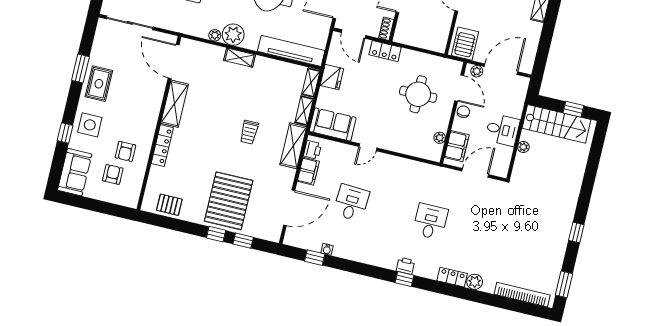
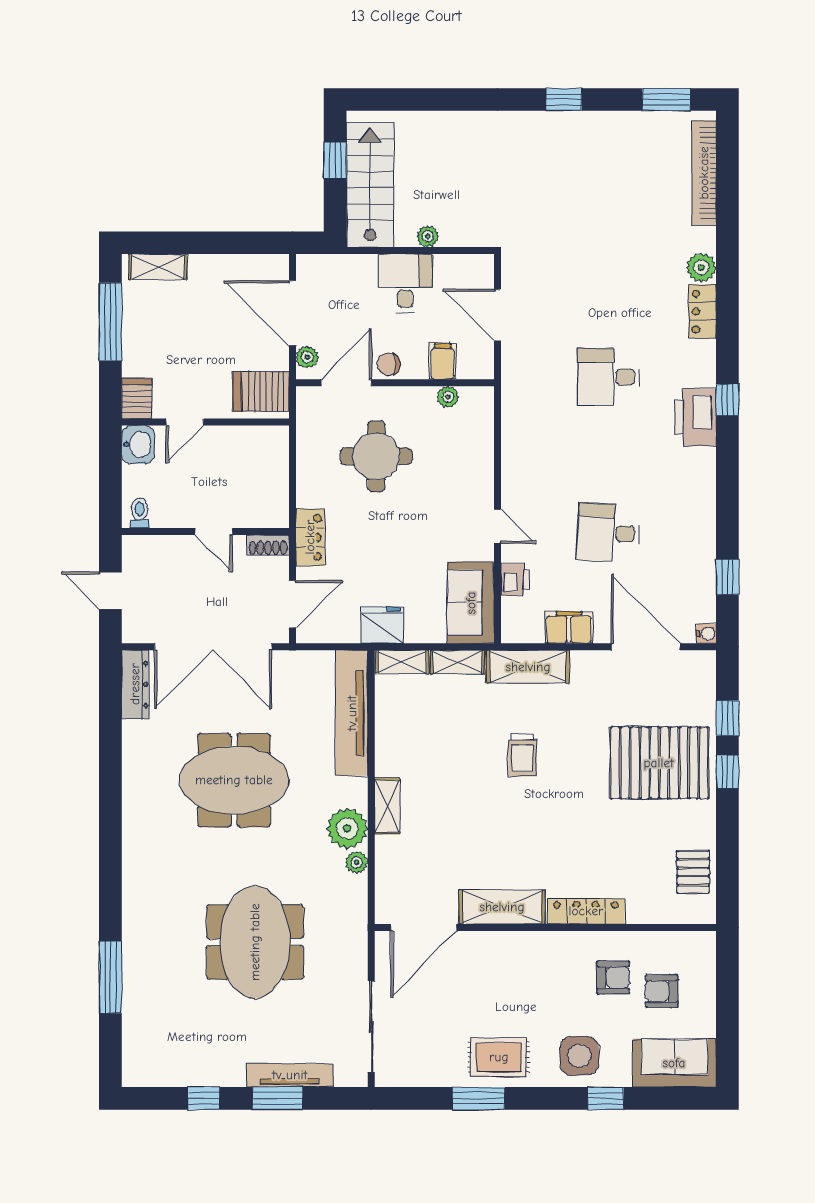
trolley: (249, 132) -> (522, 755), turned 90
filing cabinet: (457, 146) -> (443, 361), width x0.50
printer: (312, 150) -> (515, 579), moved, turned 90
water cooler: (327, 249) -> (706, 634), moved
printer: (405, 266) -> (695, 417), width x1.87, depth x1.48

